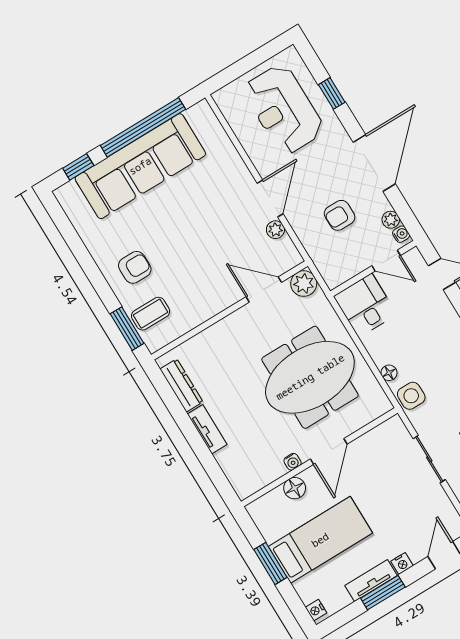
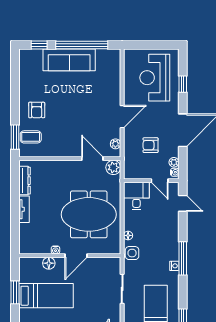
sofa: (140, 166) -> (69, 60), width x0.74, depth x0.79
plant: (275, 230) -> (115, 144), moved
armchair: (135, 267) -> (37, 110), turned 90

